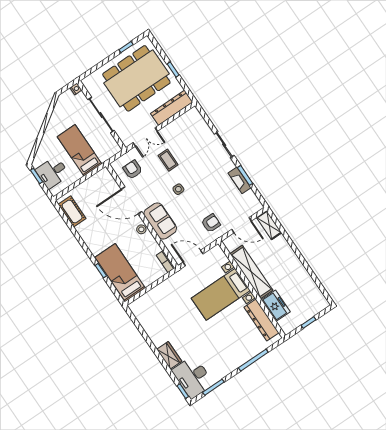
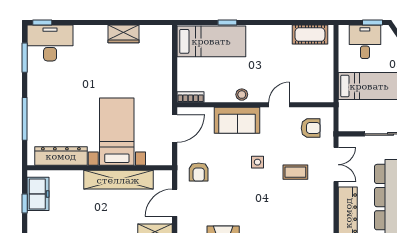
double door: (145, 137) -> (336, 165), swing flipped
door: (131, 200) -> (279, 105), width x0.53
freezer: (276, 306) -> (38, 194), moved, turned -90
wardrobe: (169, 355) -> (123, 34), moved

